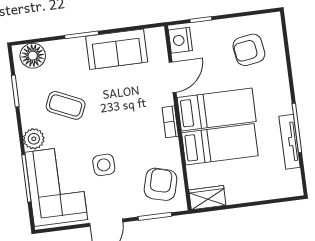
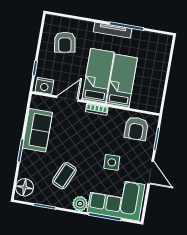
door: (173, 77) -> (67, 99), hinge flipped
tv unit: (290, 142) -> (113, 30), moved
armchair: (161, 184) -> (136, 129), turned -105
wardrobe: (207, 198) -> (155, 100), removed

